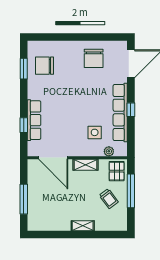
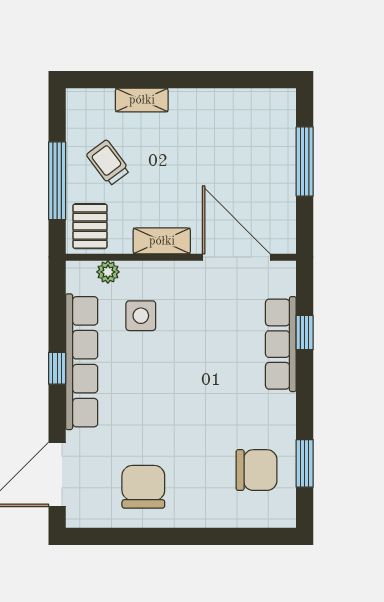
shelving: (83, 226) -> (142, 100), moved

